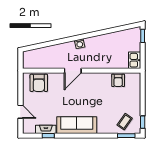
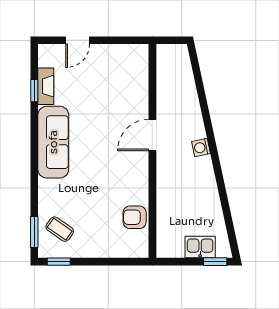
kitchen sink: (135, 60) -> (200, 247), moved
door: (73, 71) -> (152, 135), hinge flipped
armchair: (39, 83) -> (130, 73), removed

